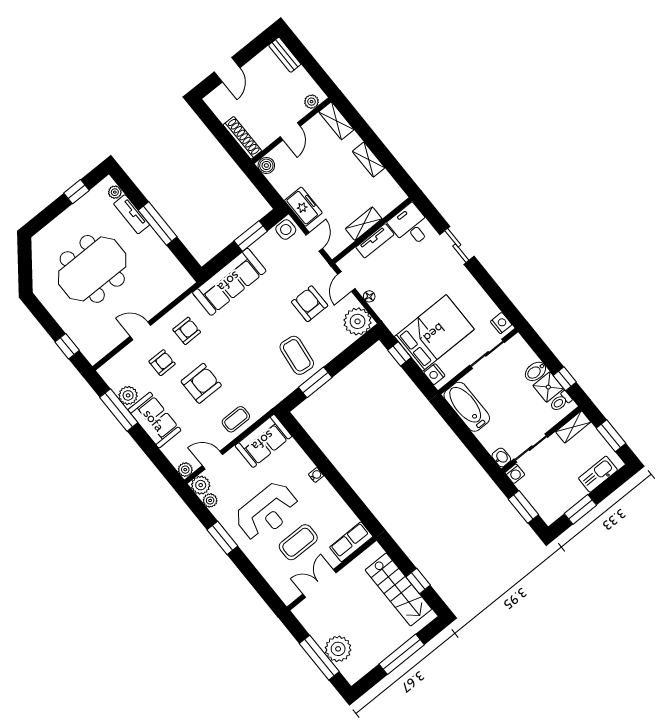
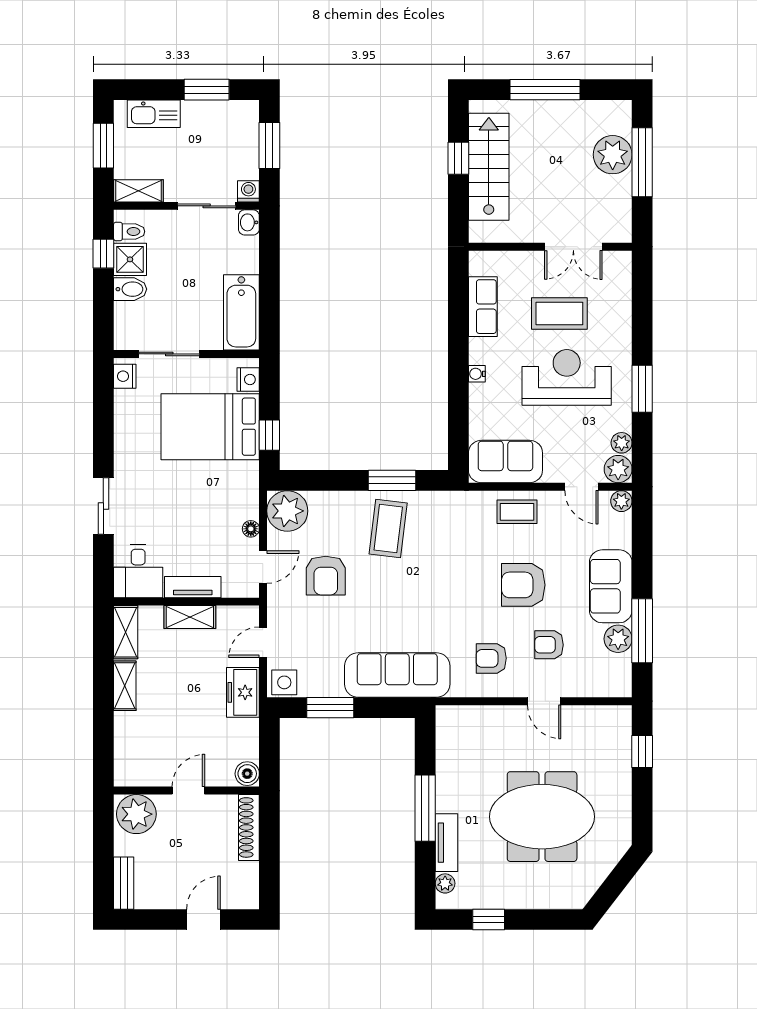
plant: (312, 102) -> (136, 814), width x1.88, depth x1.88
shelving: (336, 121) -> (126, 632), moved
row of seats: (351, 542) -> (483, 307), moved, turned -90

